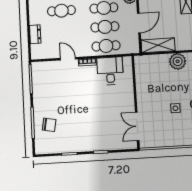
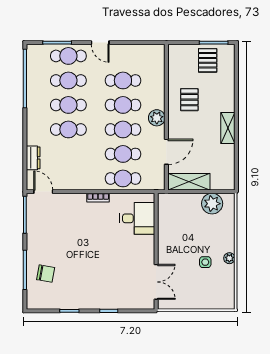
door: (68, 59) -> (43, 192), moved
desk: (110, 71) -> (137, 218), moved, turned 90
double door: (137, 126) -> (156, 282), swing flipped

